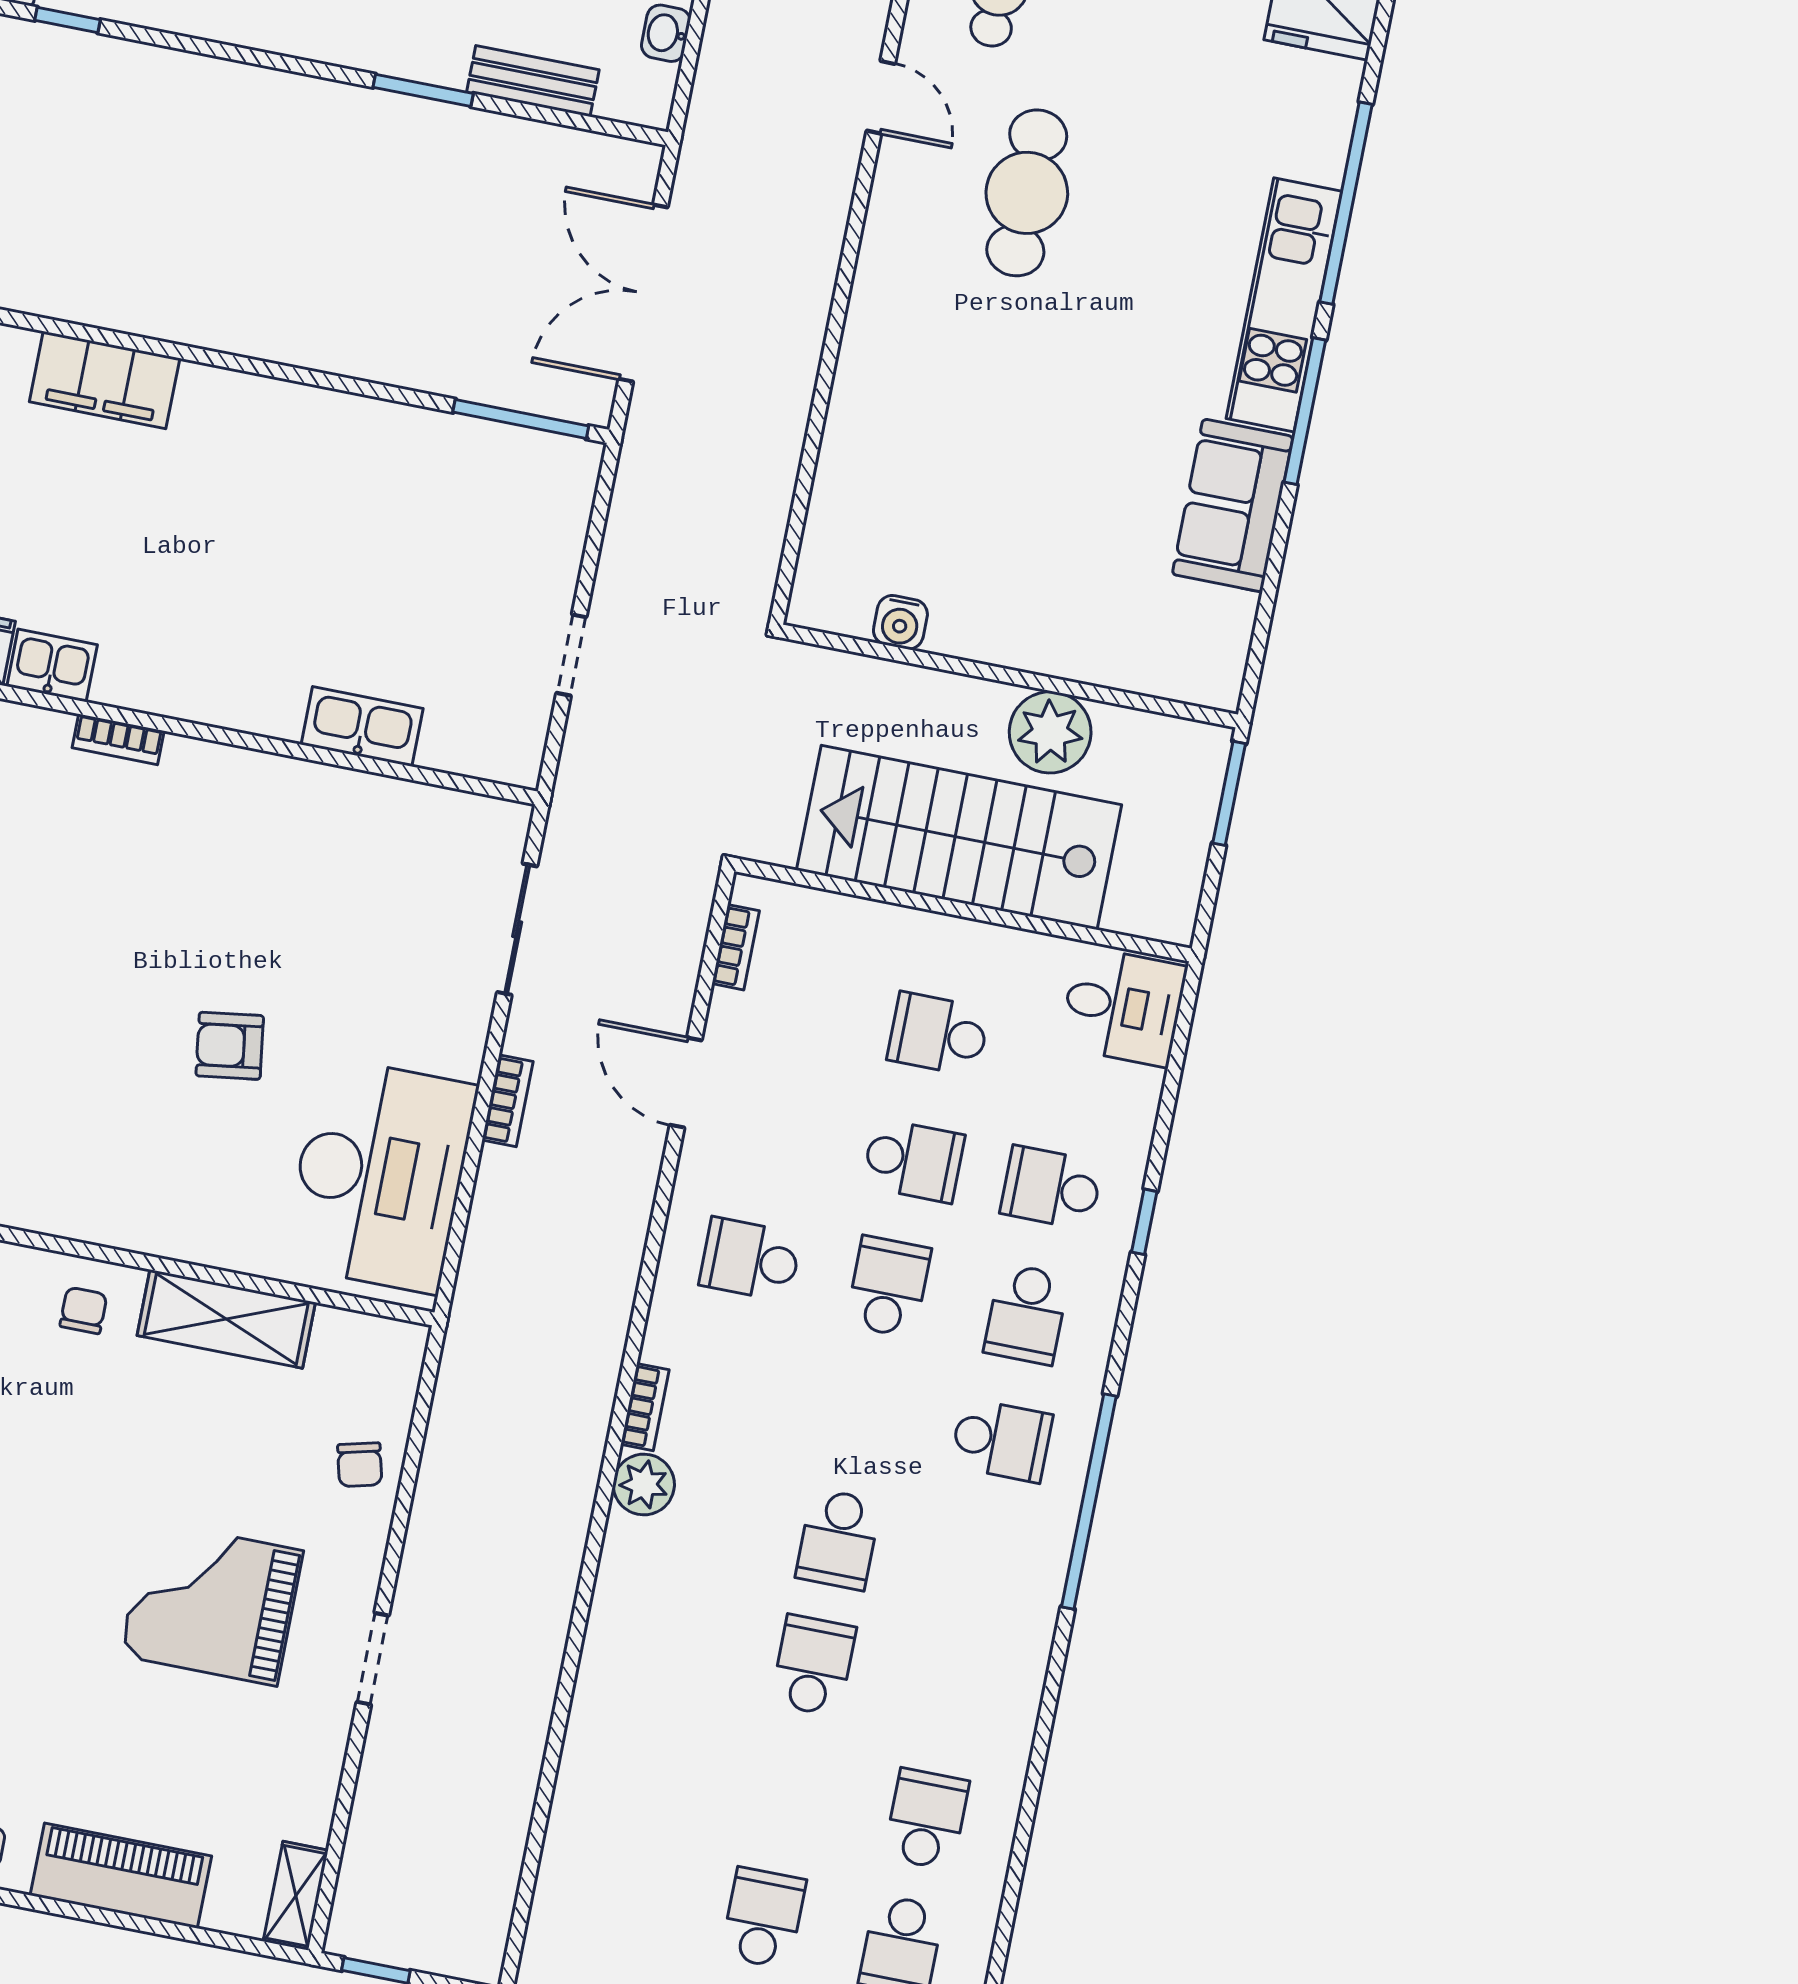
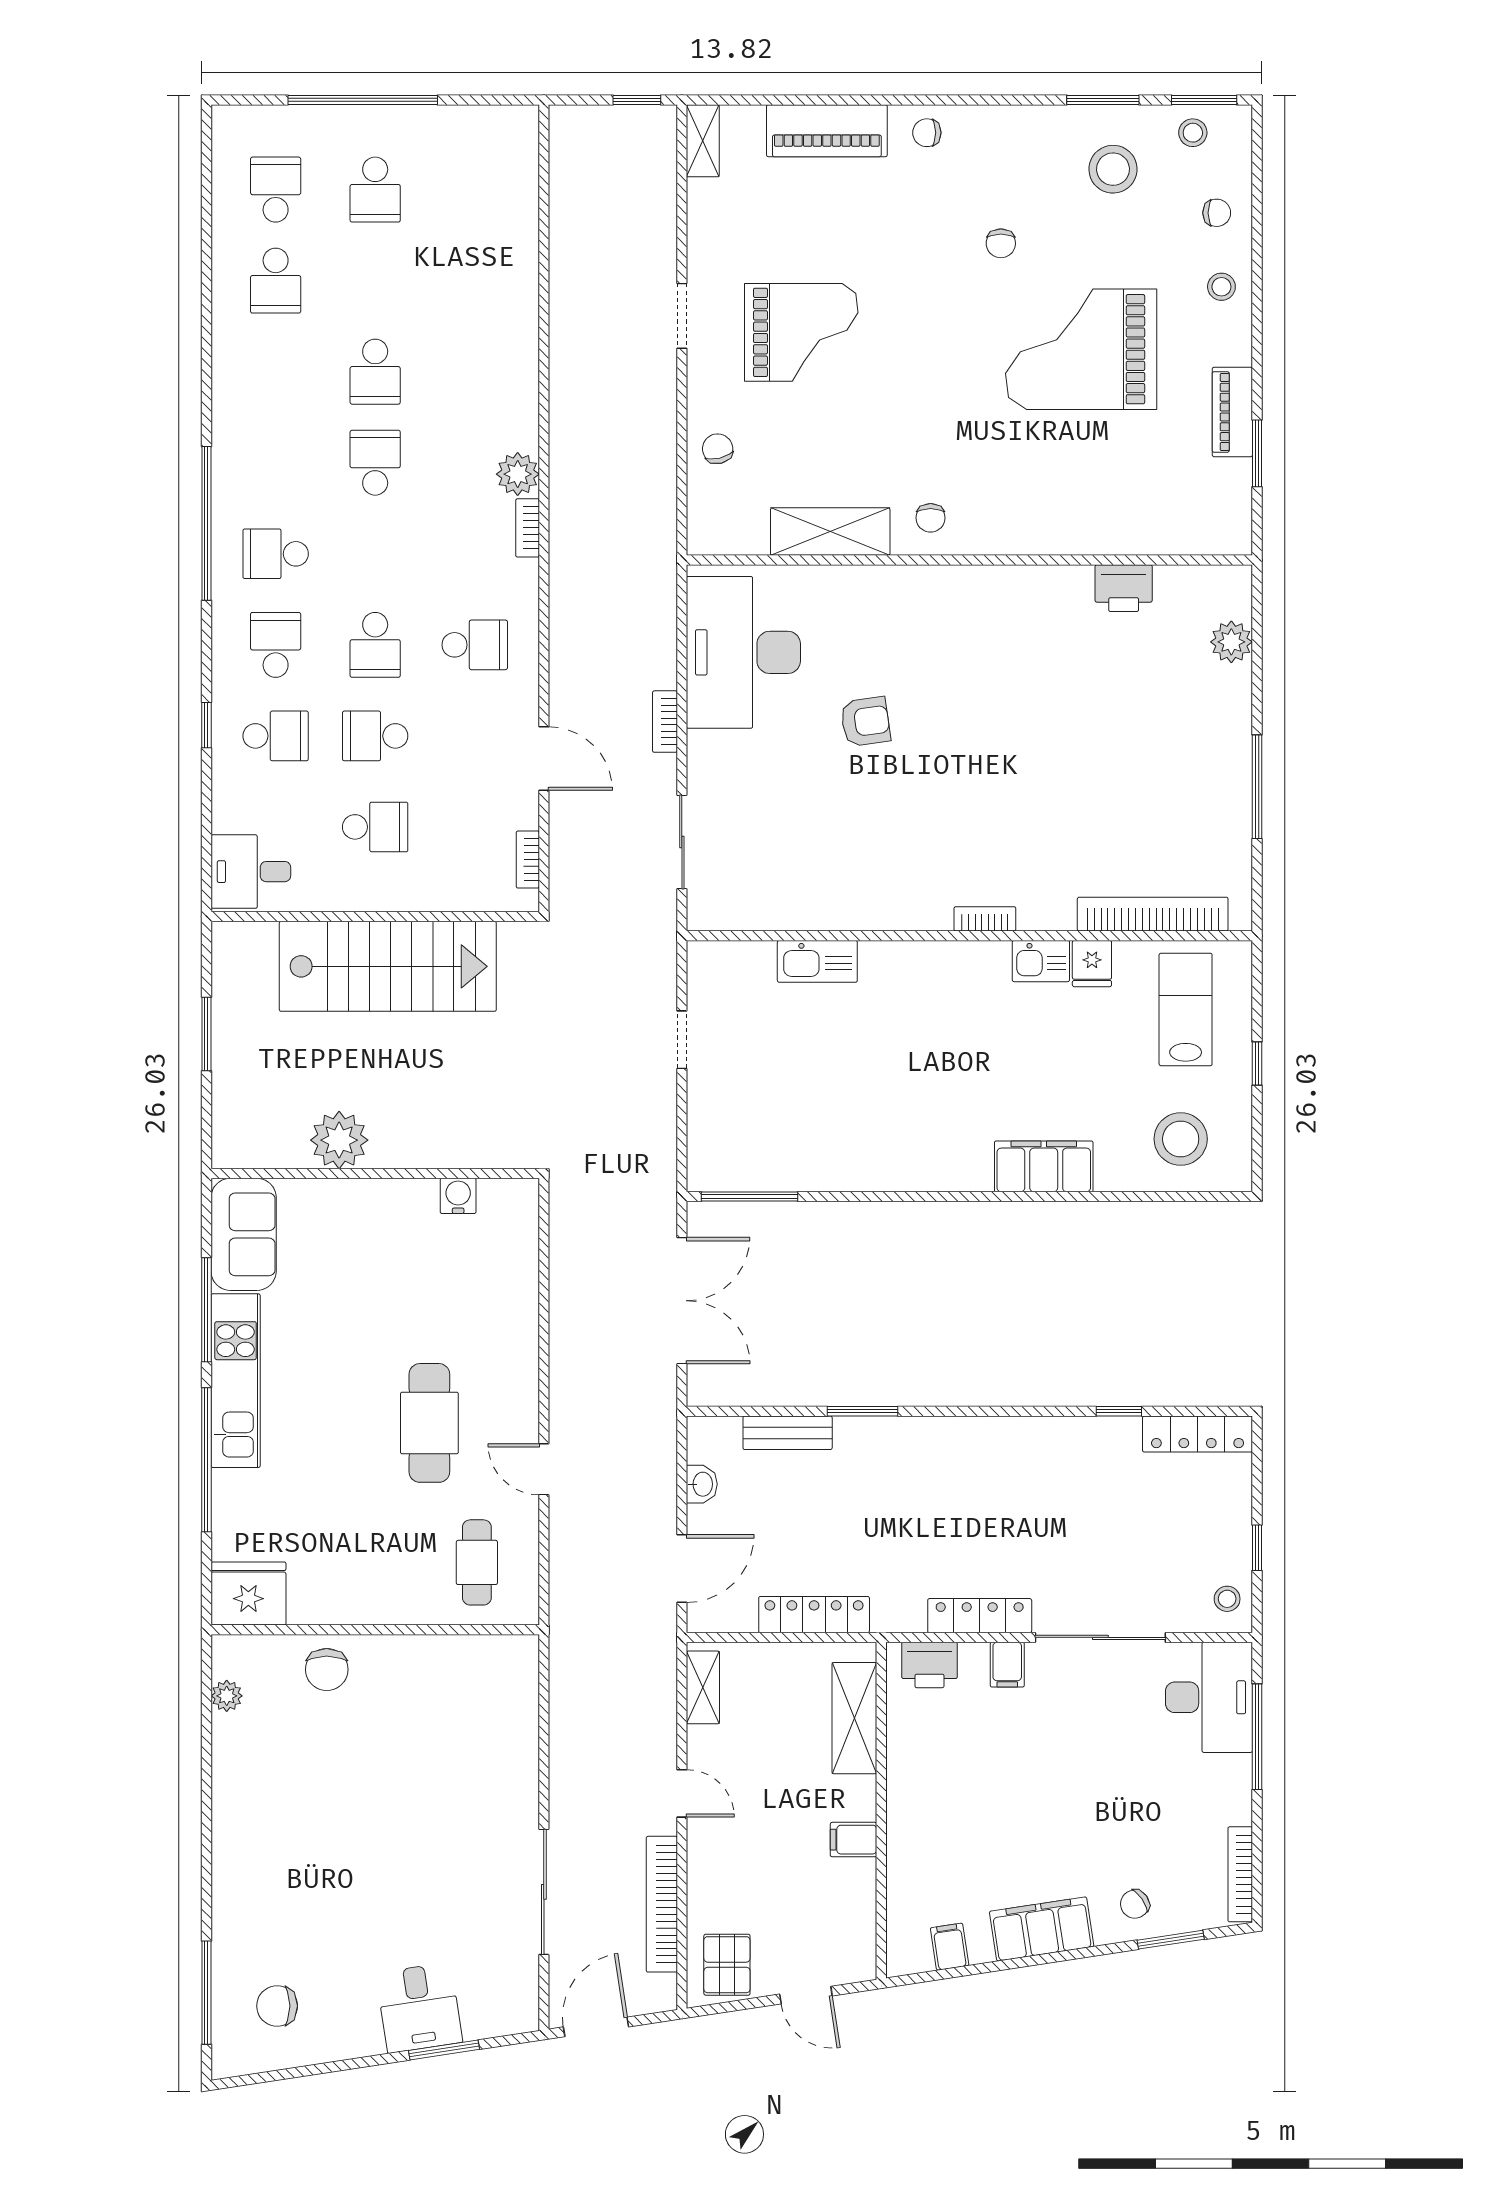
water cooler: (900, 622) -> (458, 1196), moved
wall: (1009, 676) -> (375, 1173), moved
plant: (1050, 732) -> (339, 1140), moved

